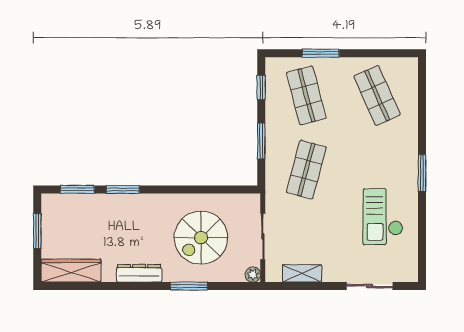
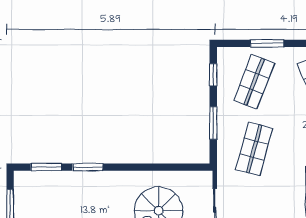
shop shelf: (306, 95) -> (254, 82), turned 36

